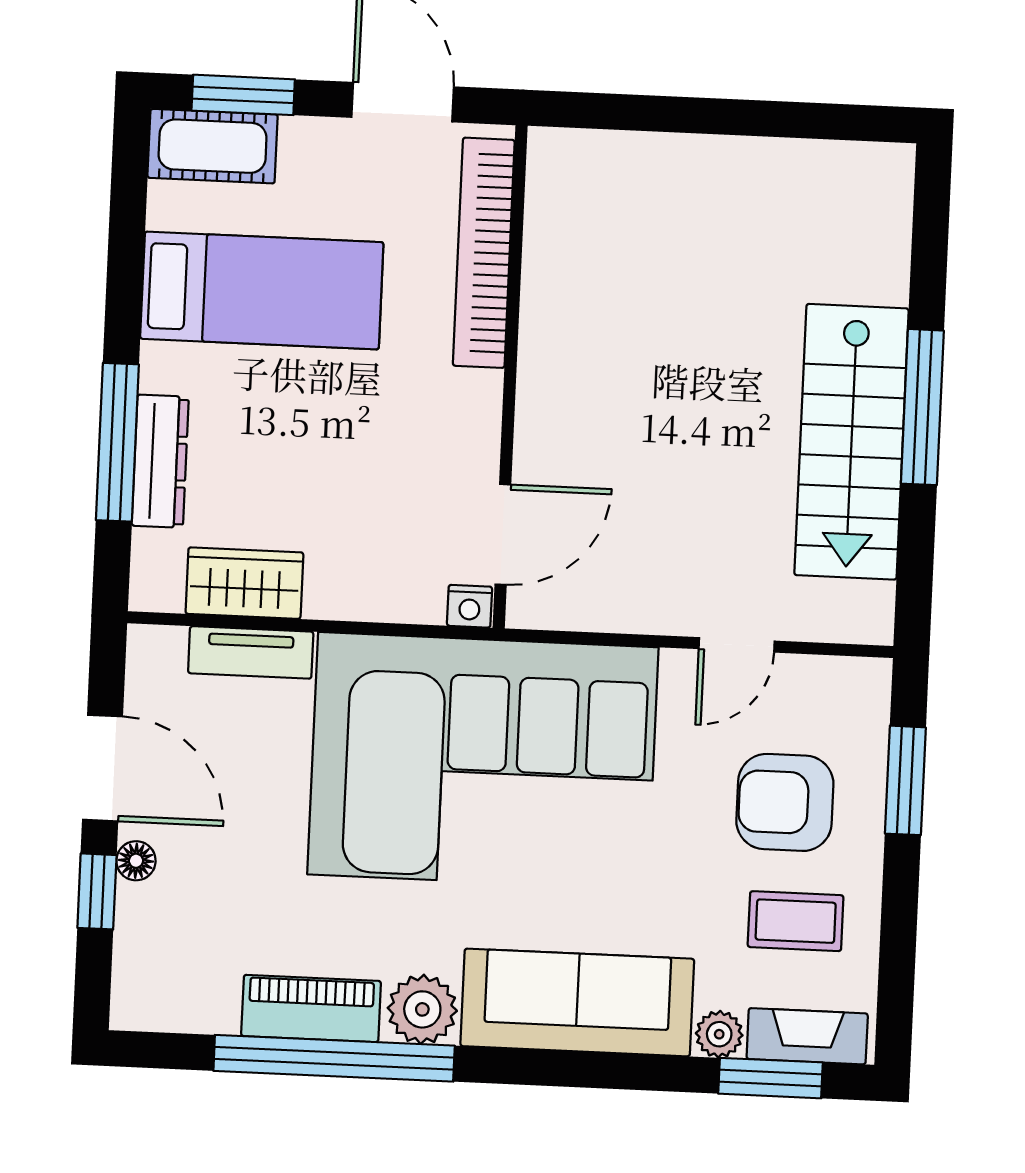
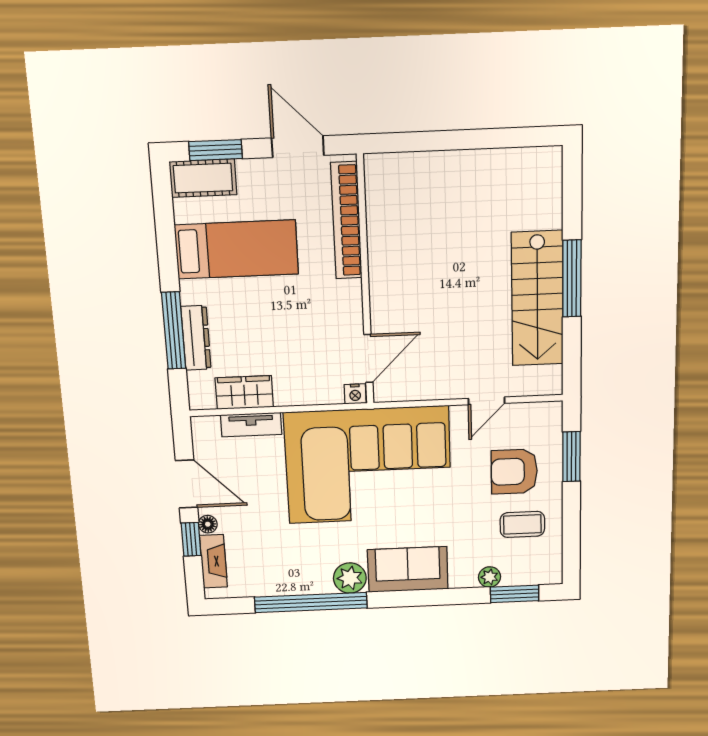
sofa: (577, 1002) -> (408, 569), width x0.73
piano: (311, 1009) -> (298, 582), removed
fireplace: (807, 1036) -> (213, 561), moved, turned 90

